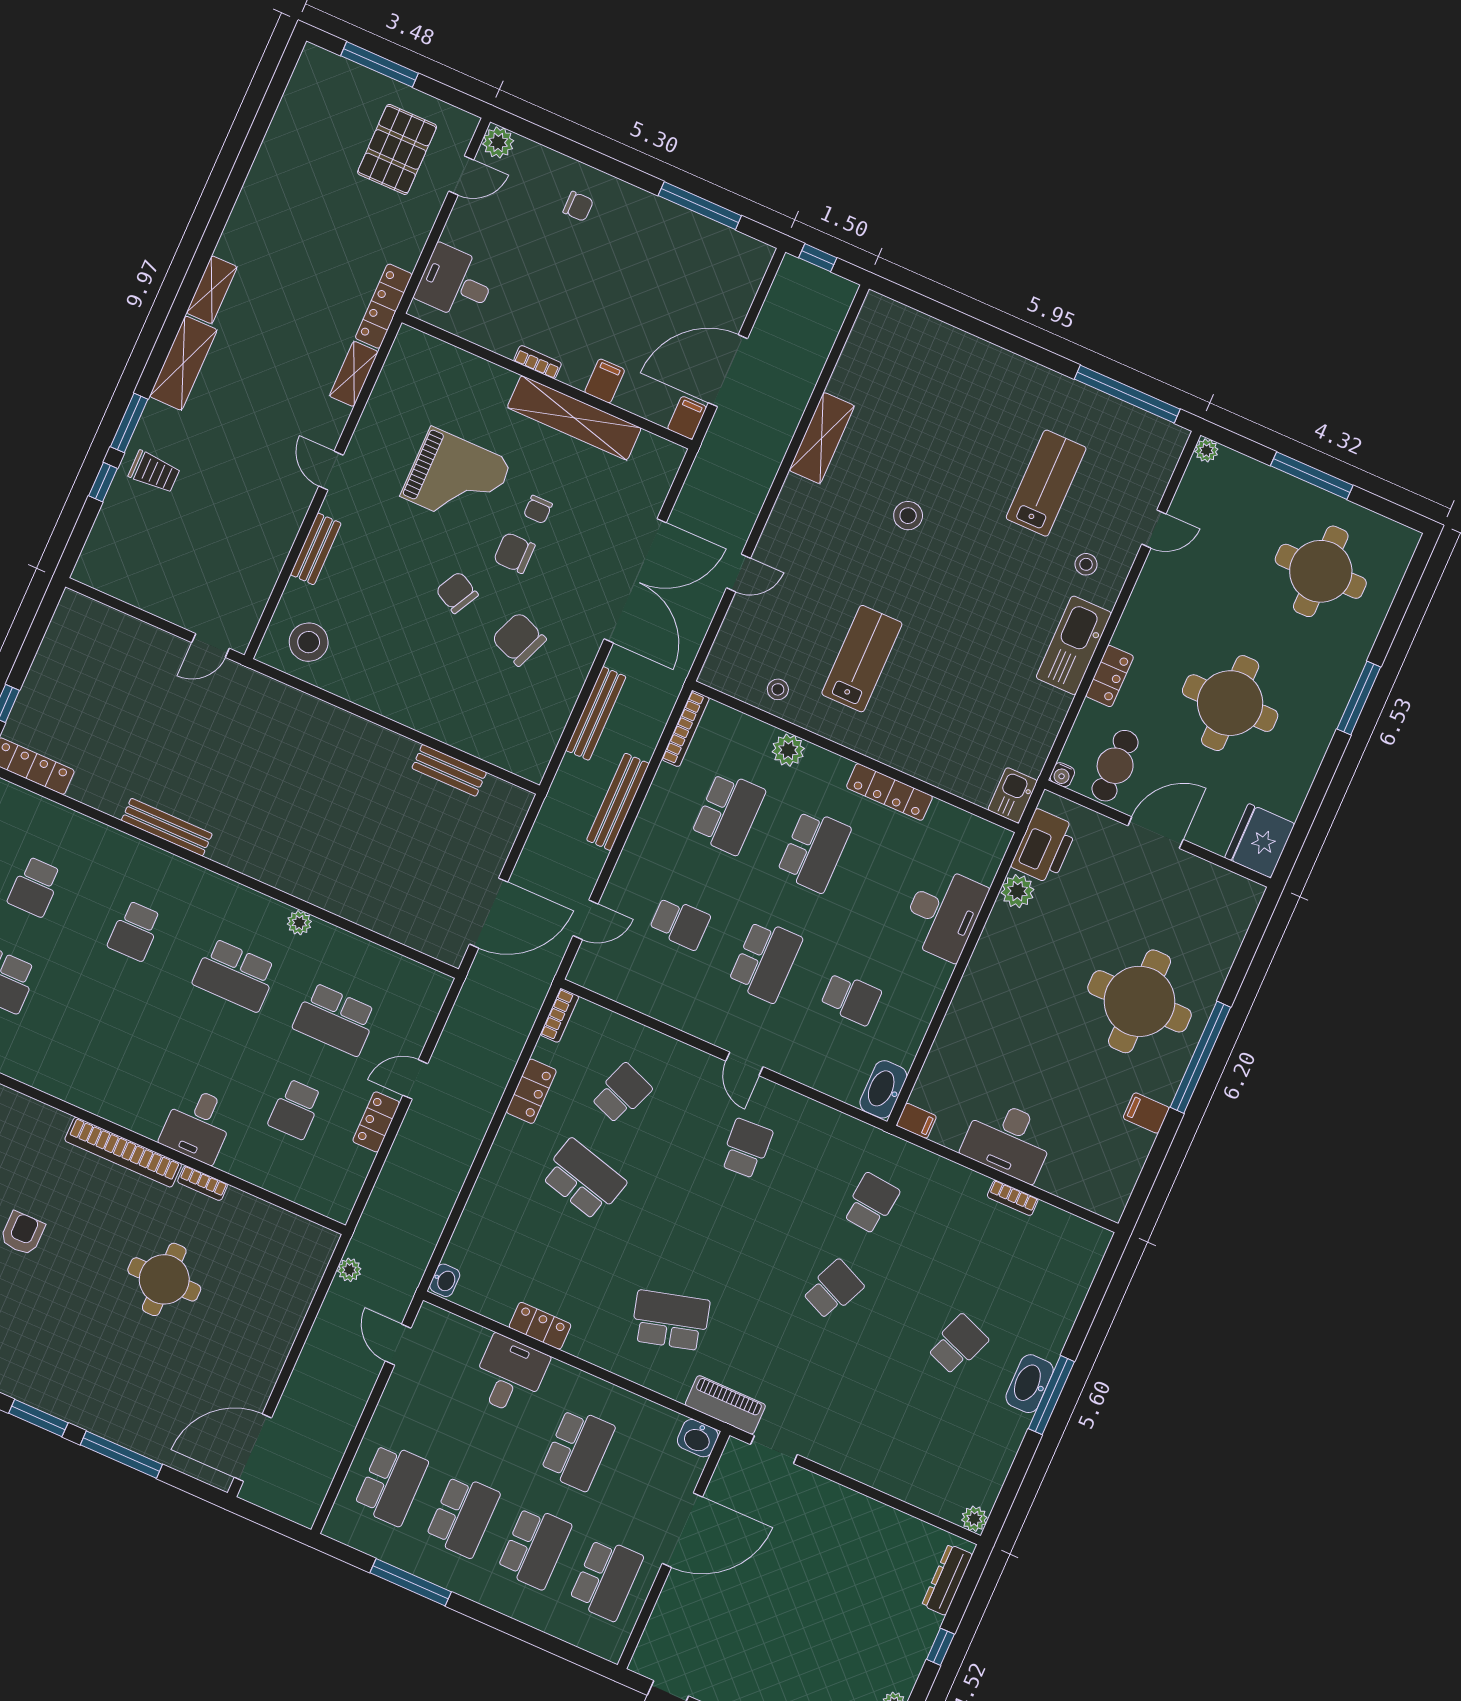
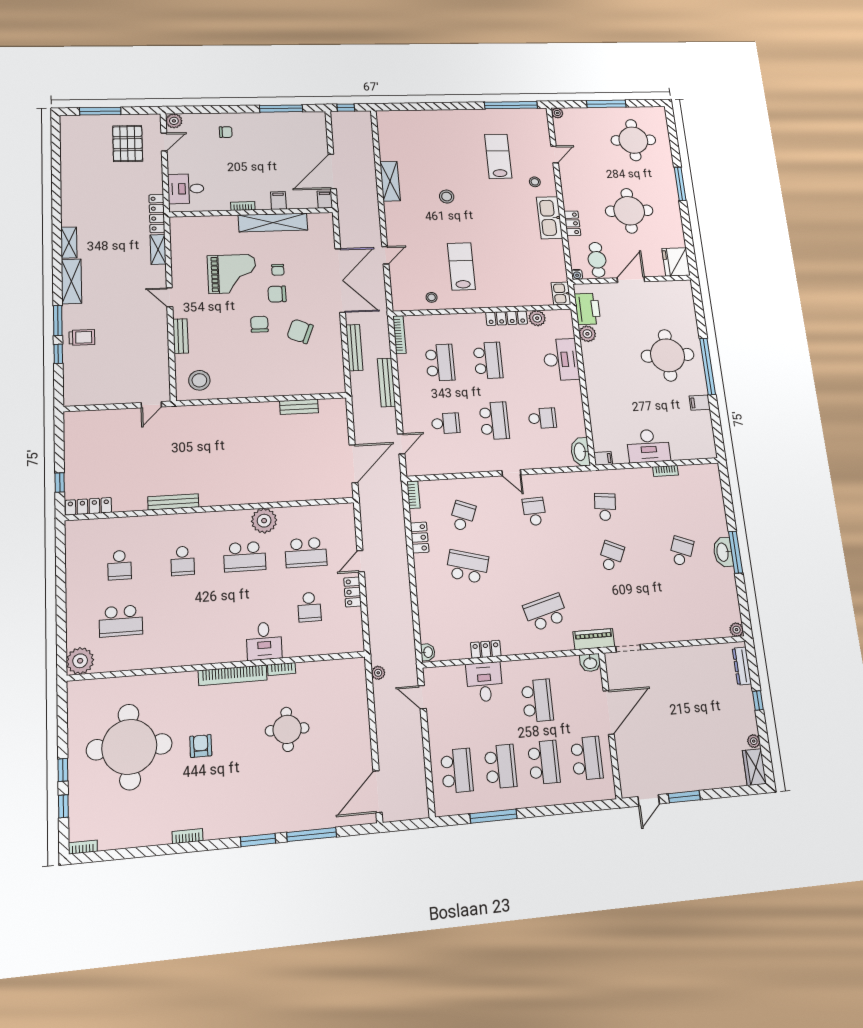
chair: (457, 592) -> (259, 324), turned 62
plant: (788, 750) -> (537, 318), moved
plant: (299, 923) -> (264, 521), width x1.87, depth x1.87

